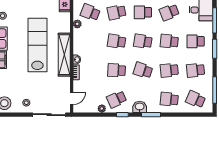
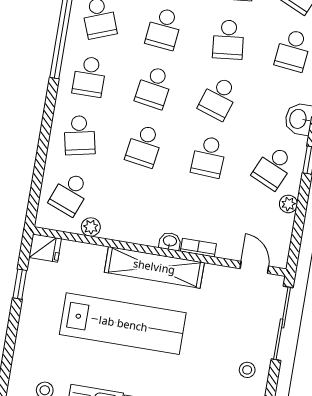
lab bench: (37, 45) -> (123, 324), turned 180
school desk: (117, 99) -> (273, 168), turned 48

